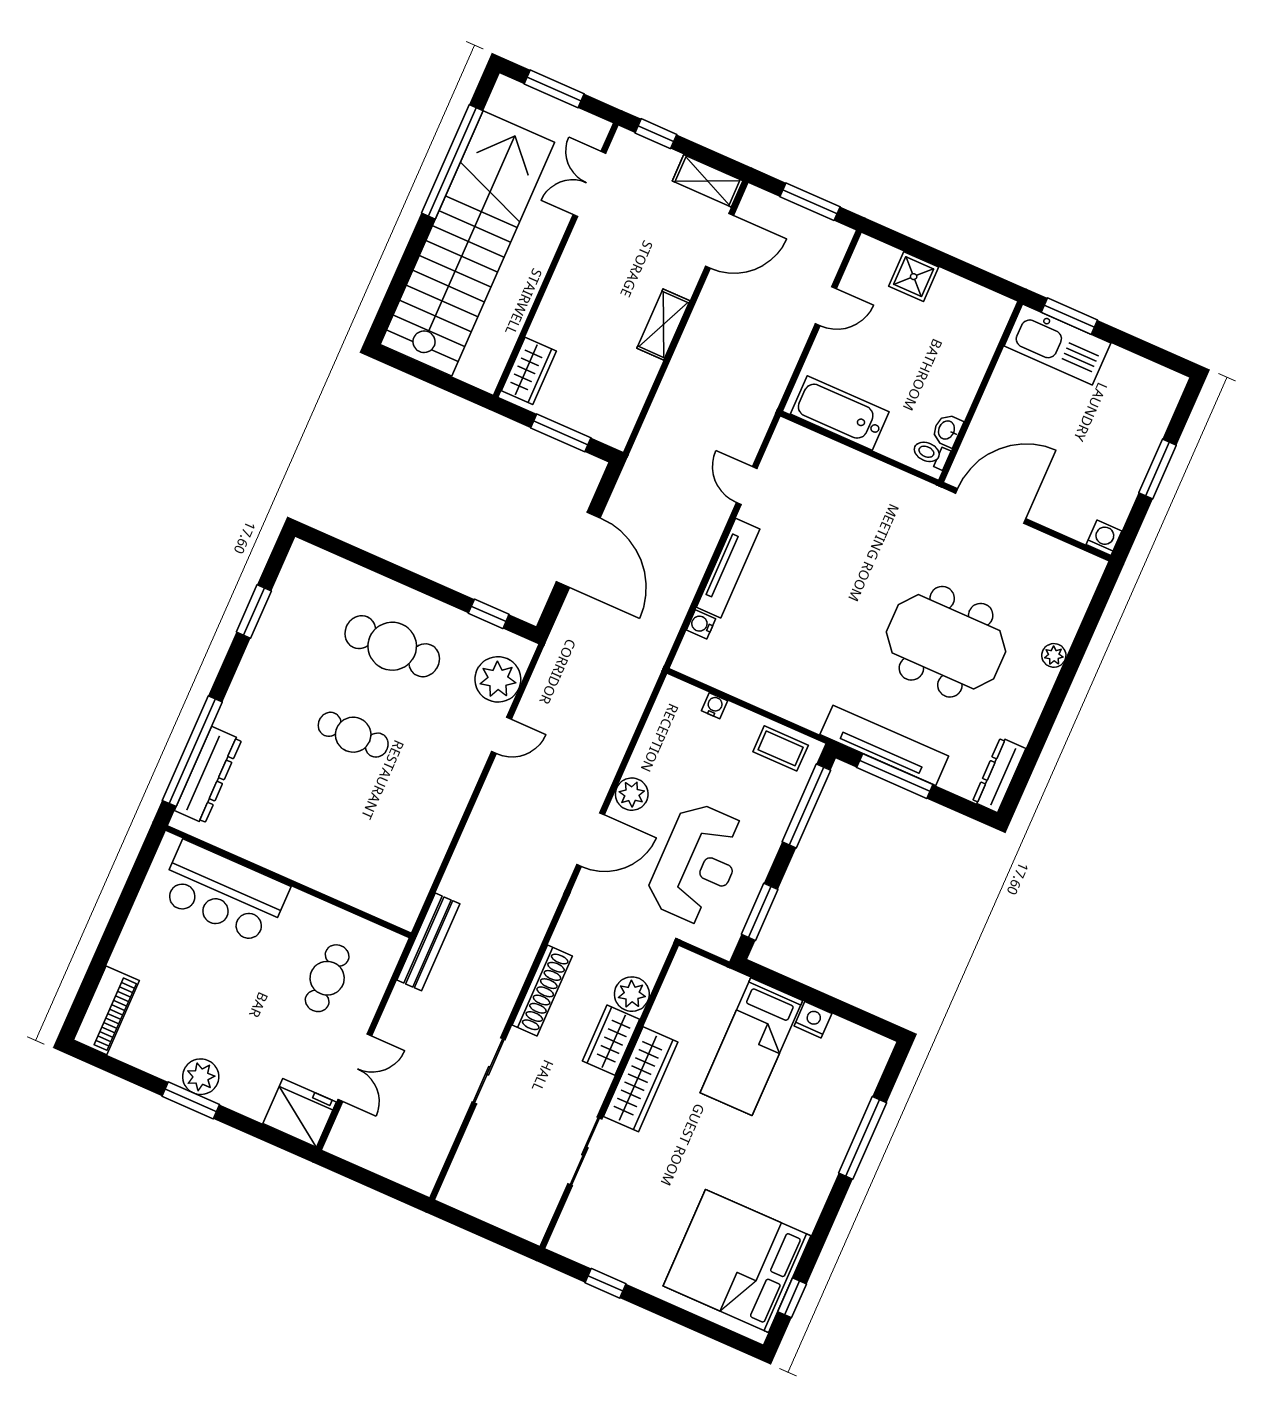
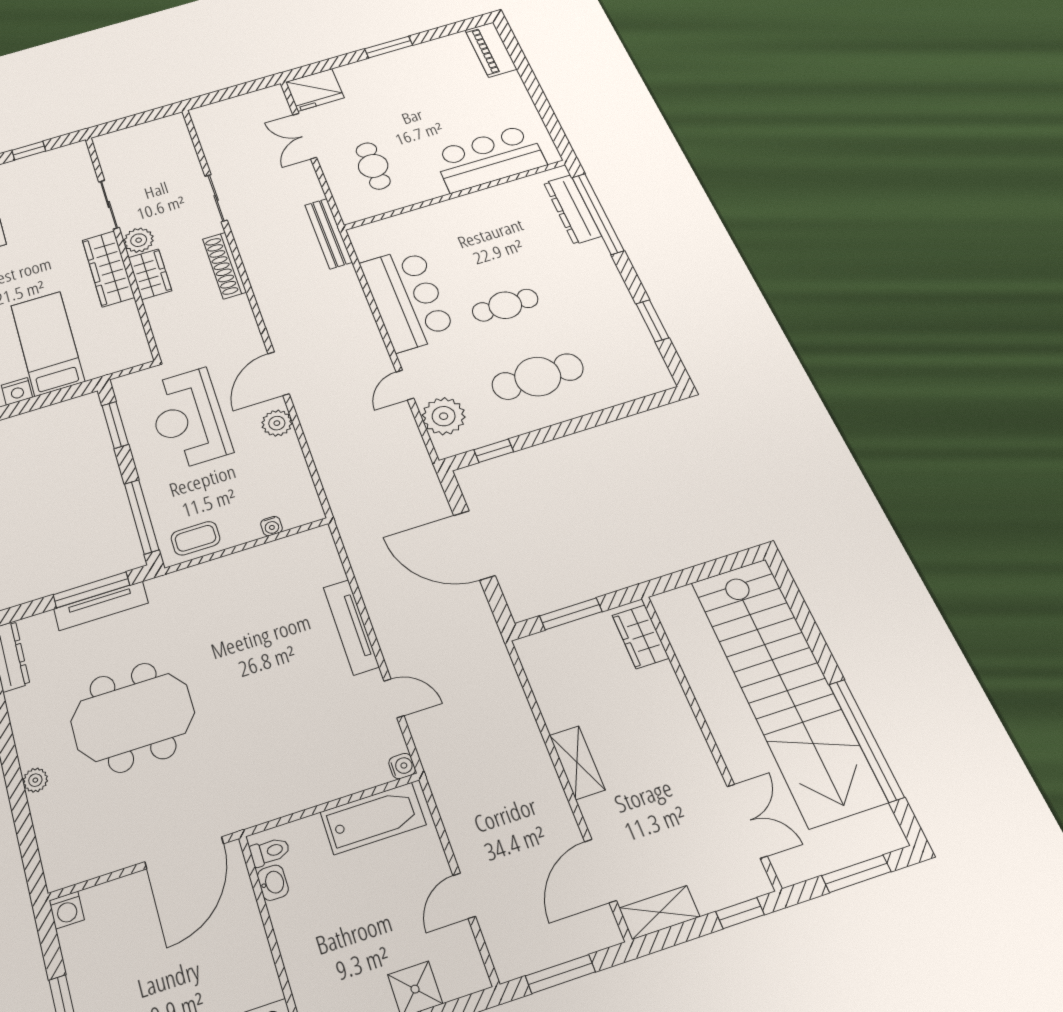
water cooler: (701, 624) -> (402, 766), moved
tv unit: (884, 745) -> (101, 606), width x0.73, depth x0.78
bar counter: (424, 815) -> (407, 299), added
plant: (632, 994) -> (139, 240), moved
plant: (201, 1077) -> (396, 62), removed

